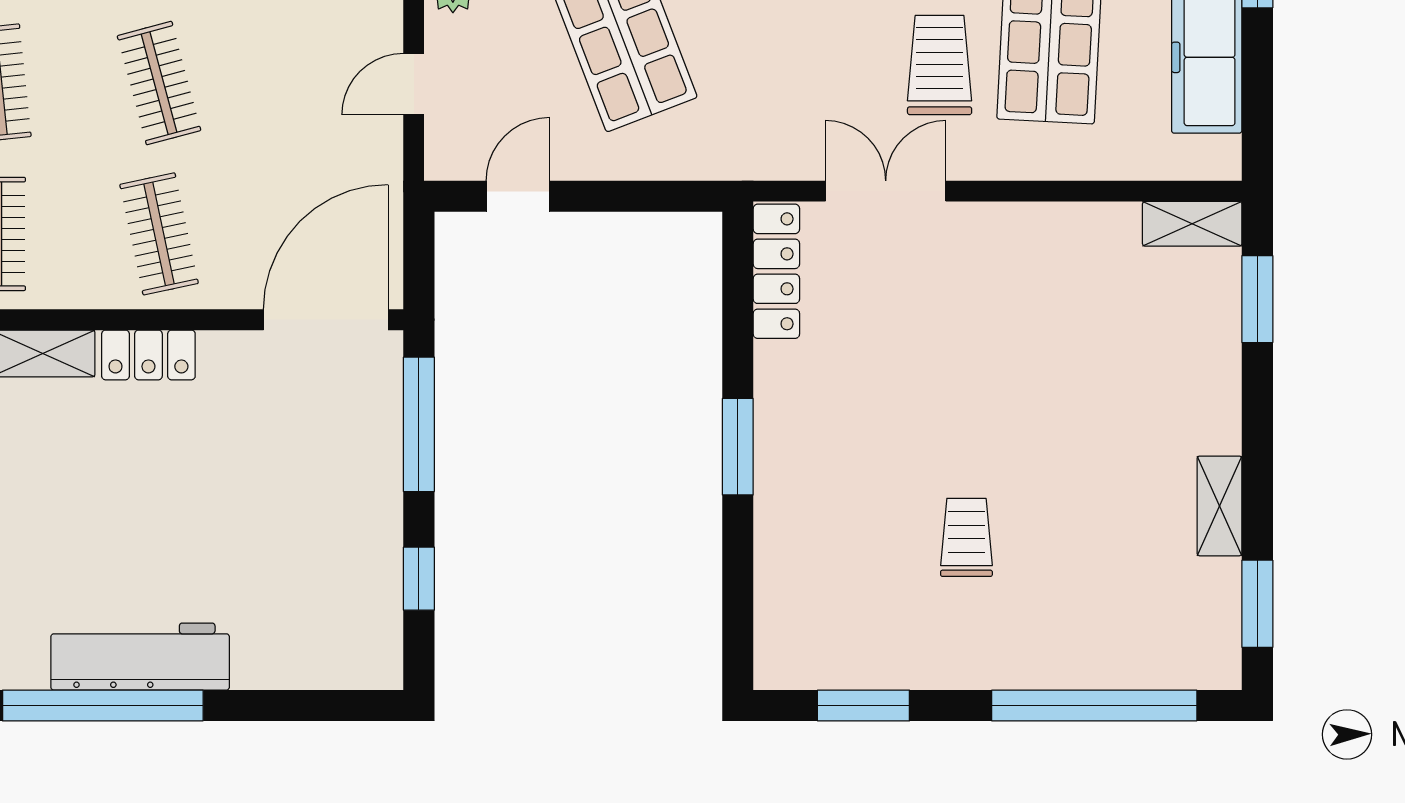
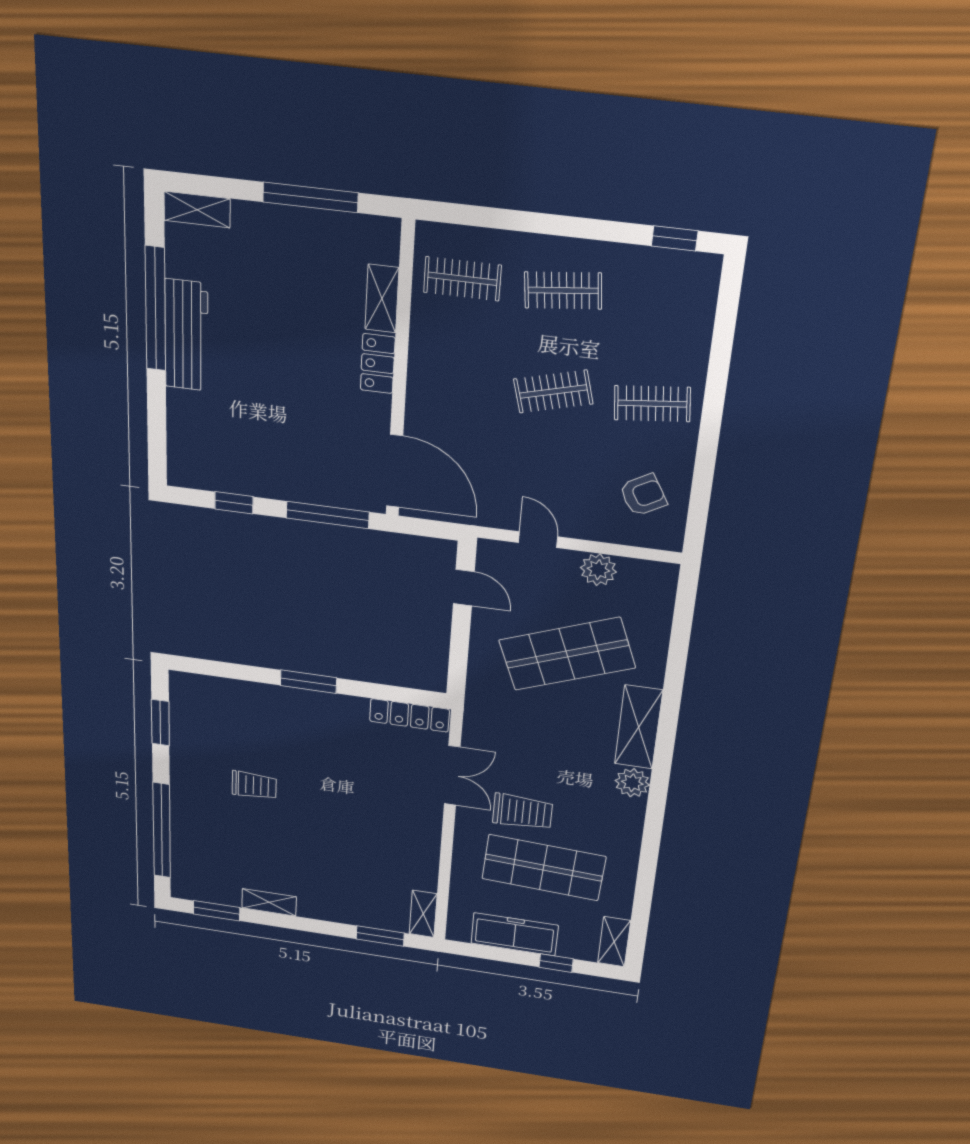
clothes rail: (159, 234) -> (455, 380), removed

